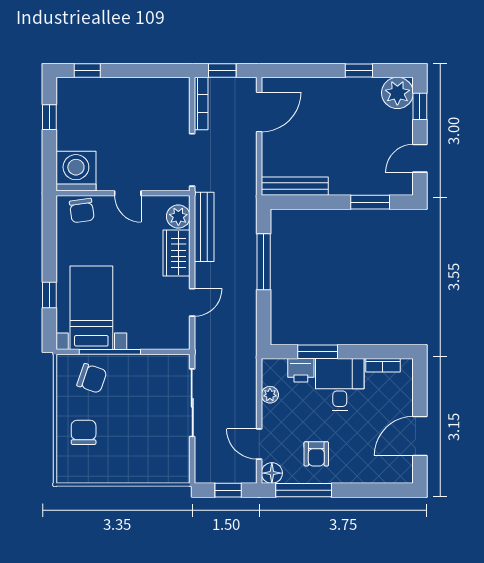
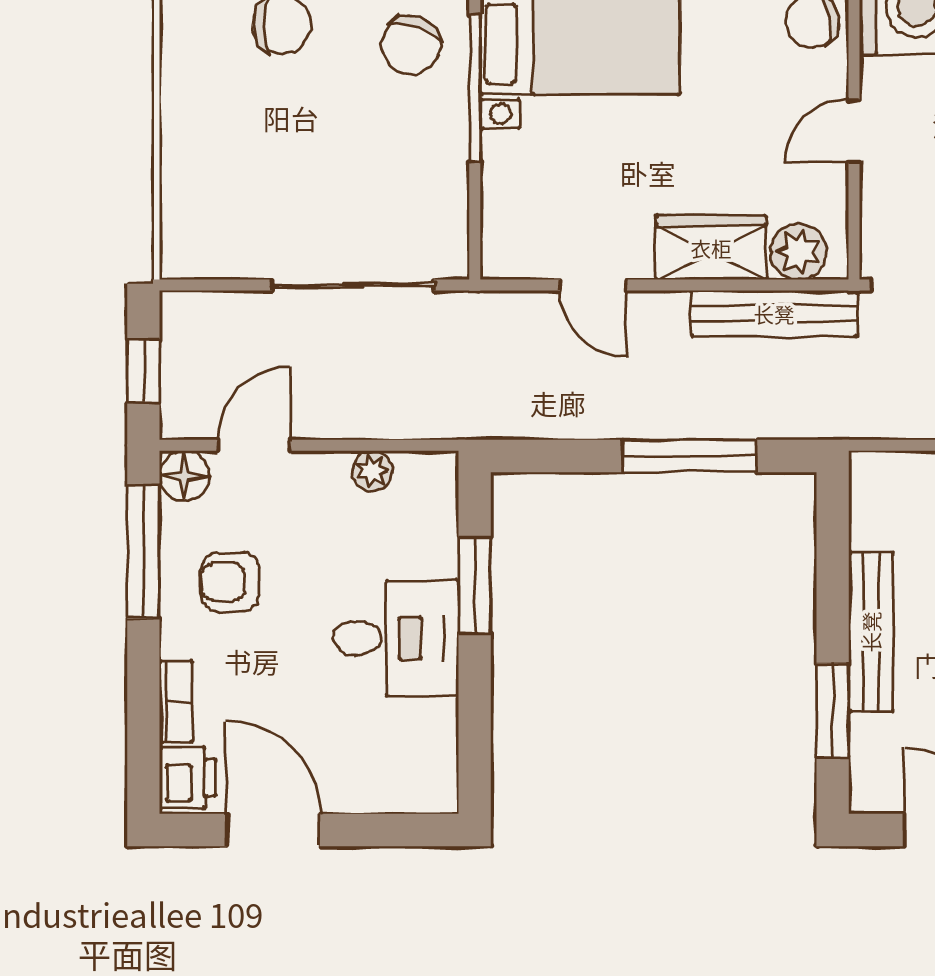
bench: (295, 186) -> (871, 632), moved
bookcase: (383, 365) -> (176, 701), moved, turned 180
printer: (301, 370) -> (188, 778), moved, turned 180

